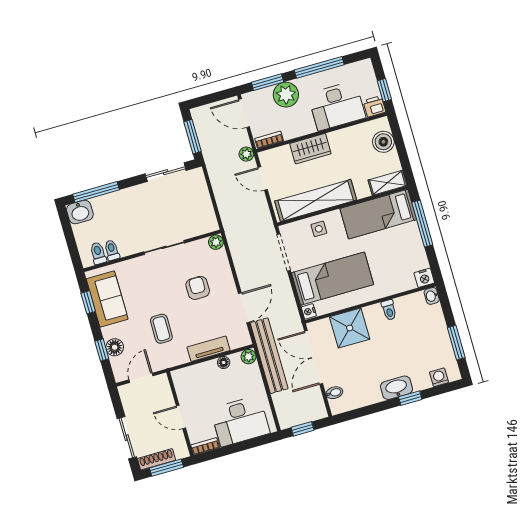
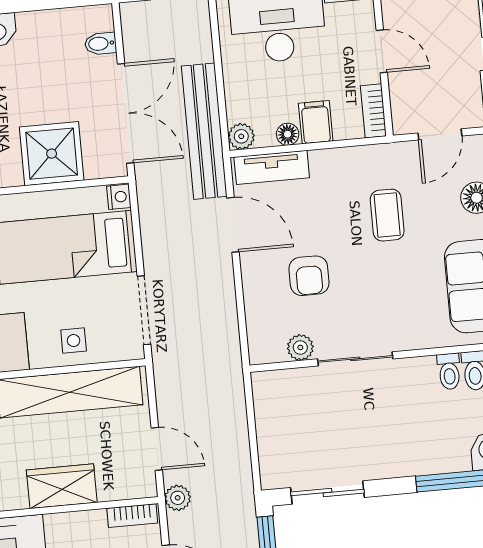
plant: (216, 242) -> (300, 347), moved
door: (244, 308) -> (233, 225), swing flipped
tv unit: (209, 349) -> (272, 167), moved
filing cabinet: (210, 372) -> (316, 122), added
bookcase: (179, 384) -> (373, 111), added

